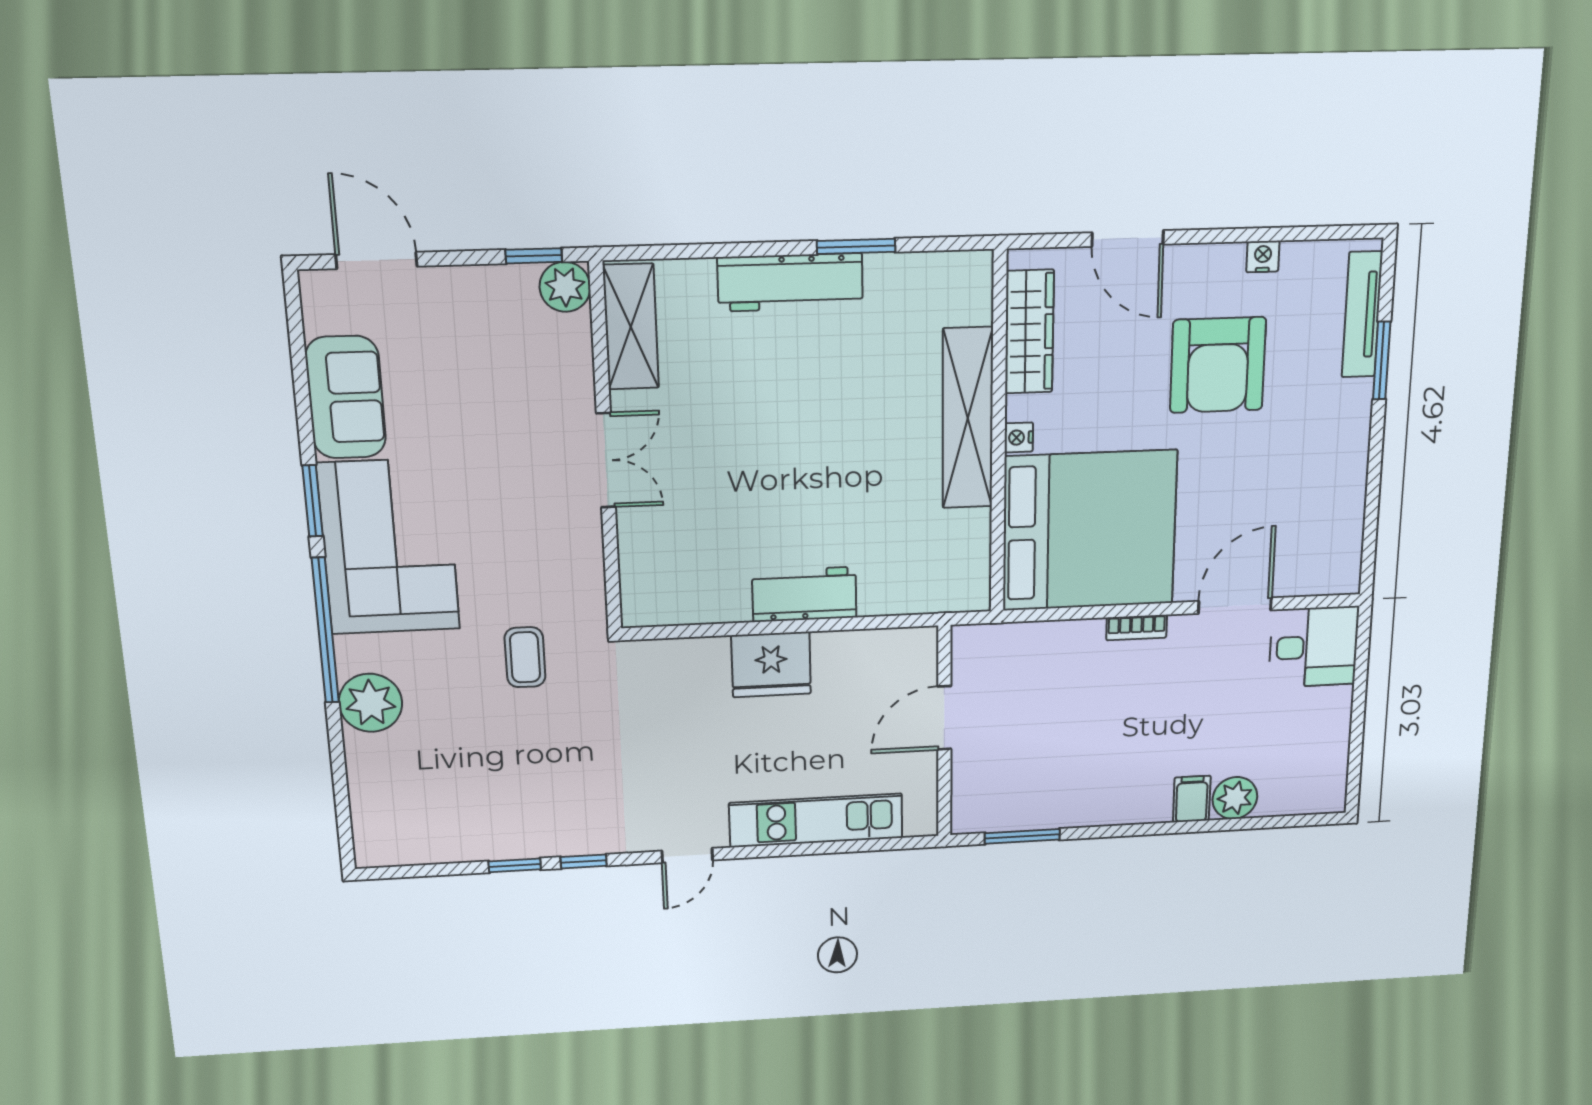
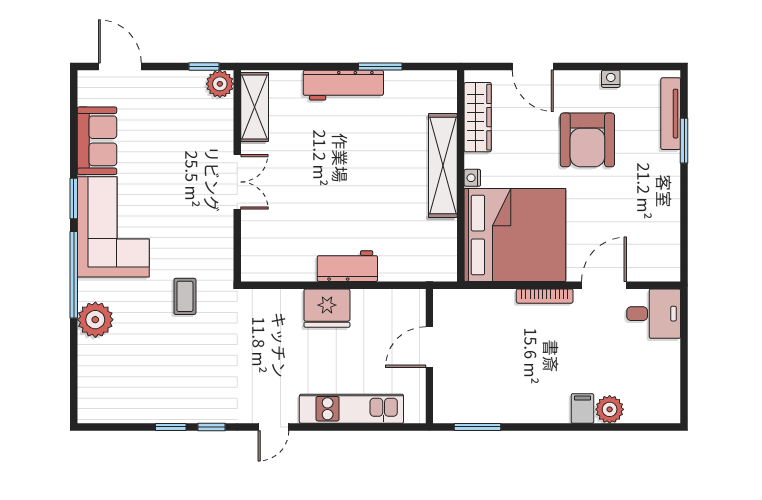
bookcase: (1137, 628) -> (545, 296), width x1.56

